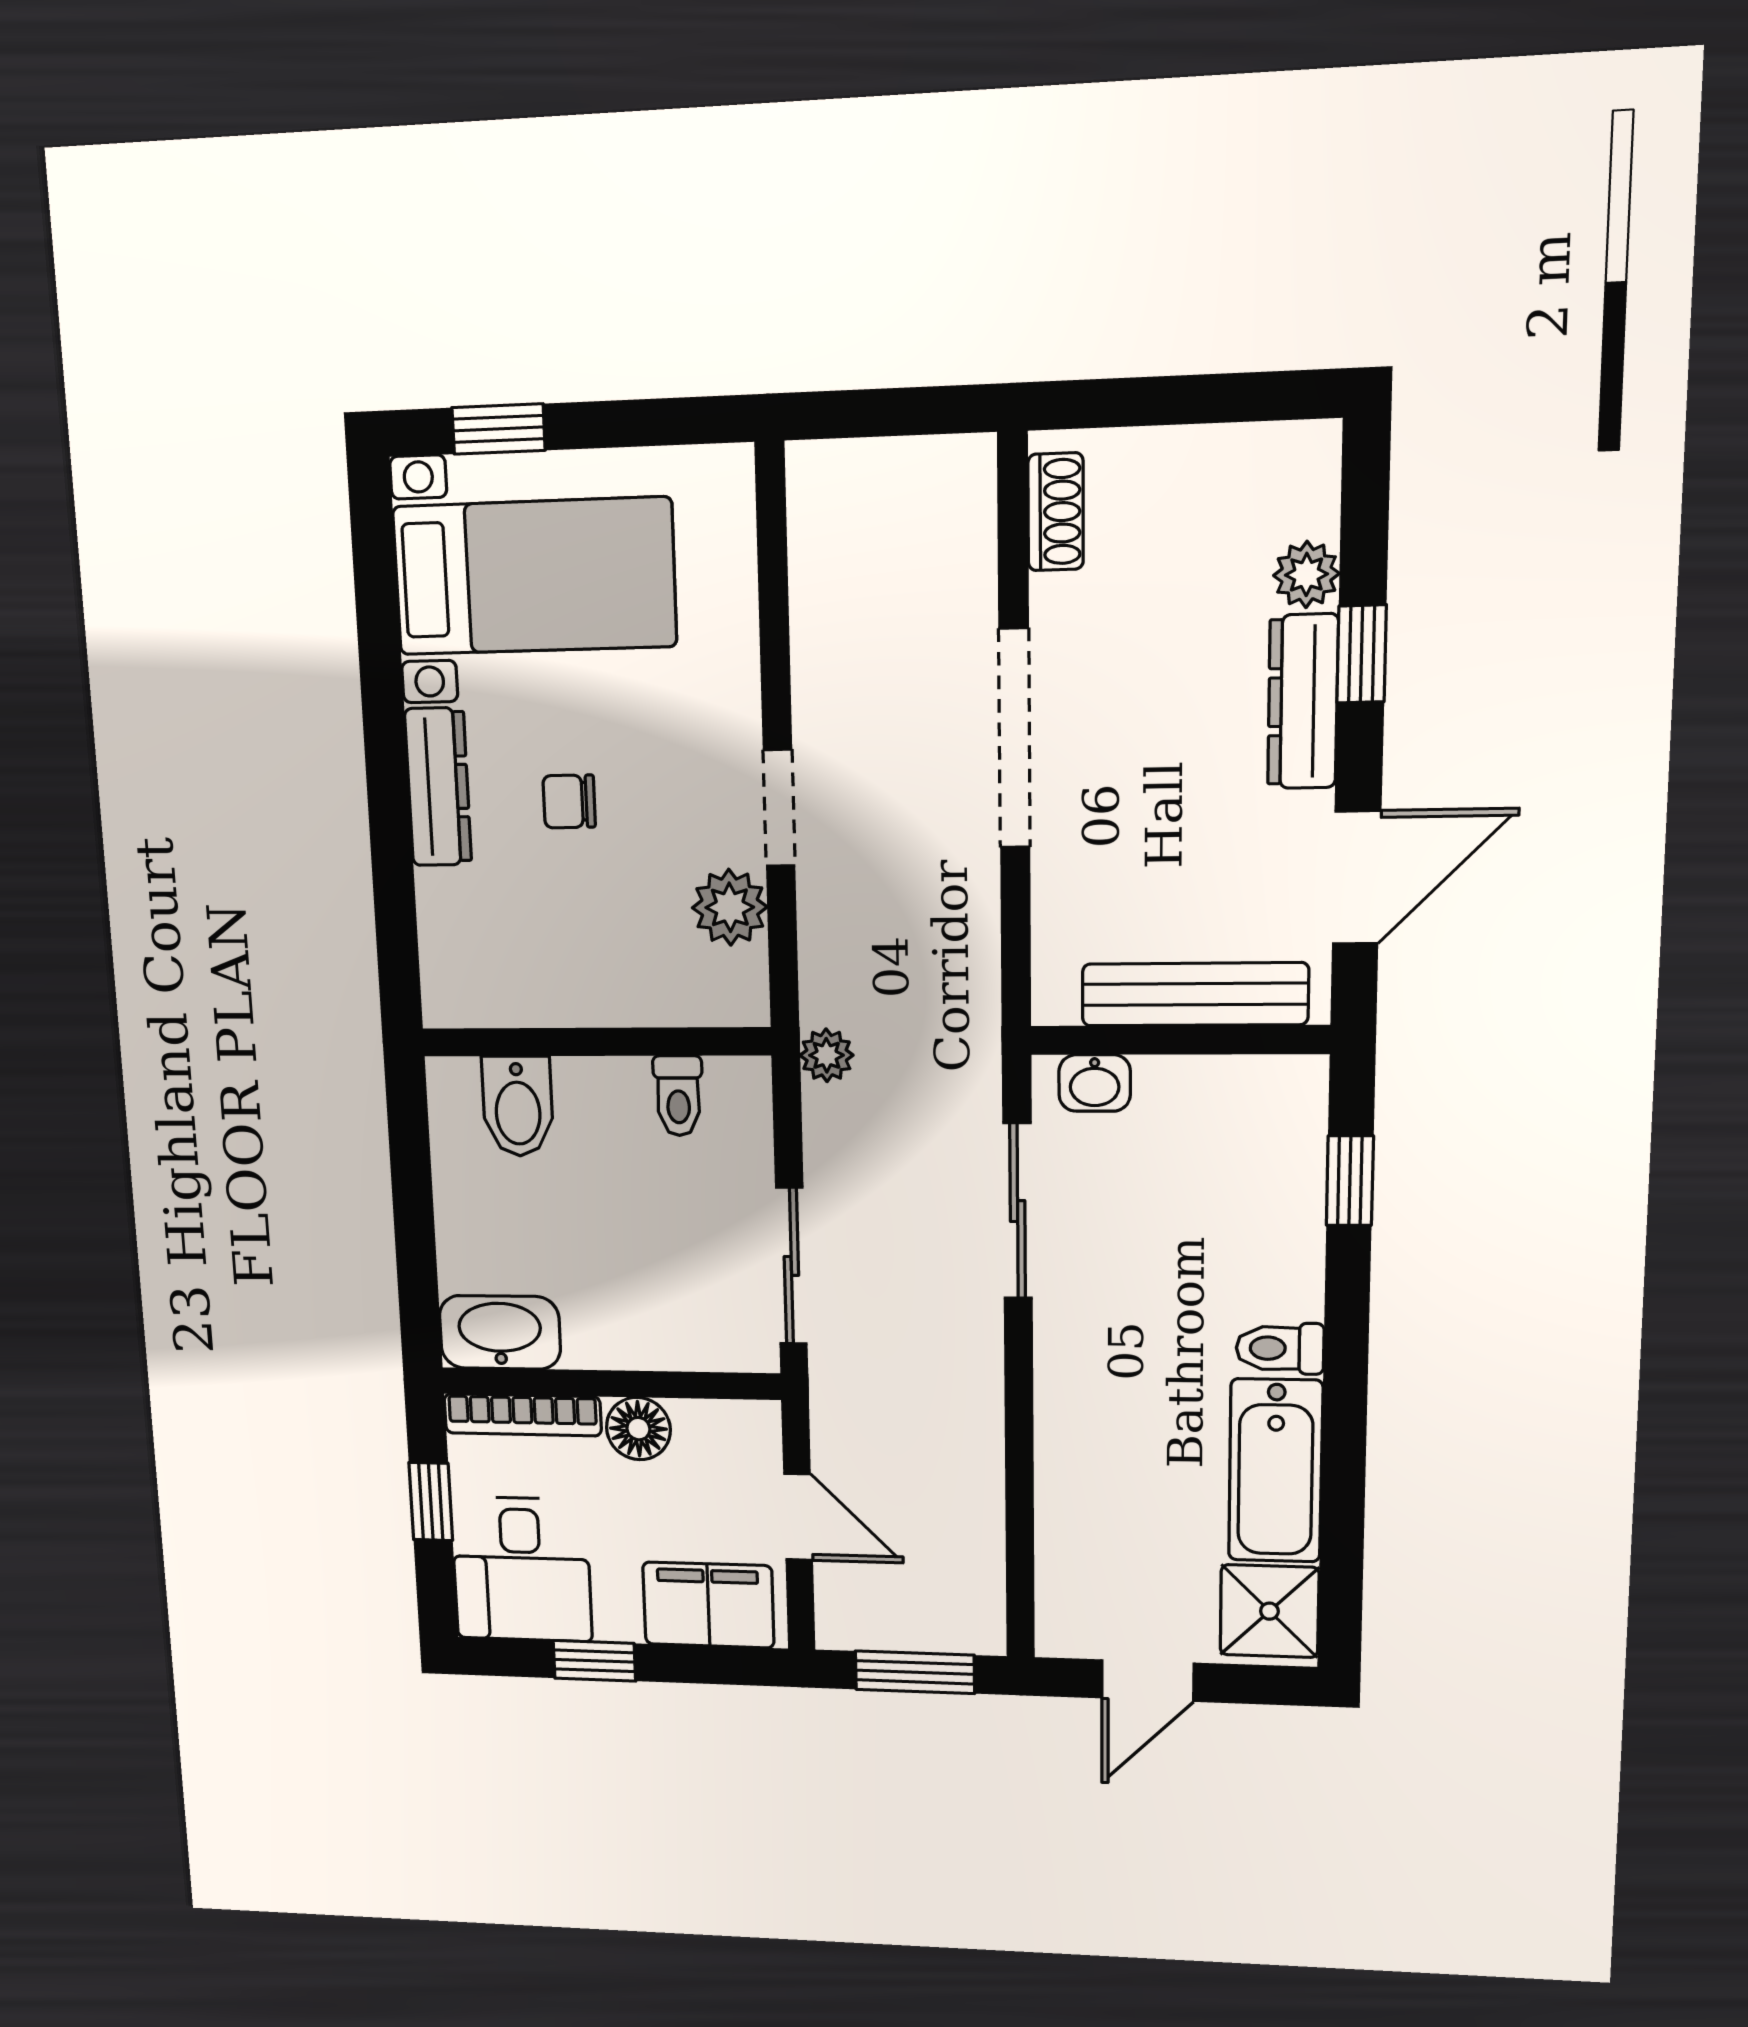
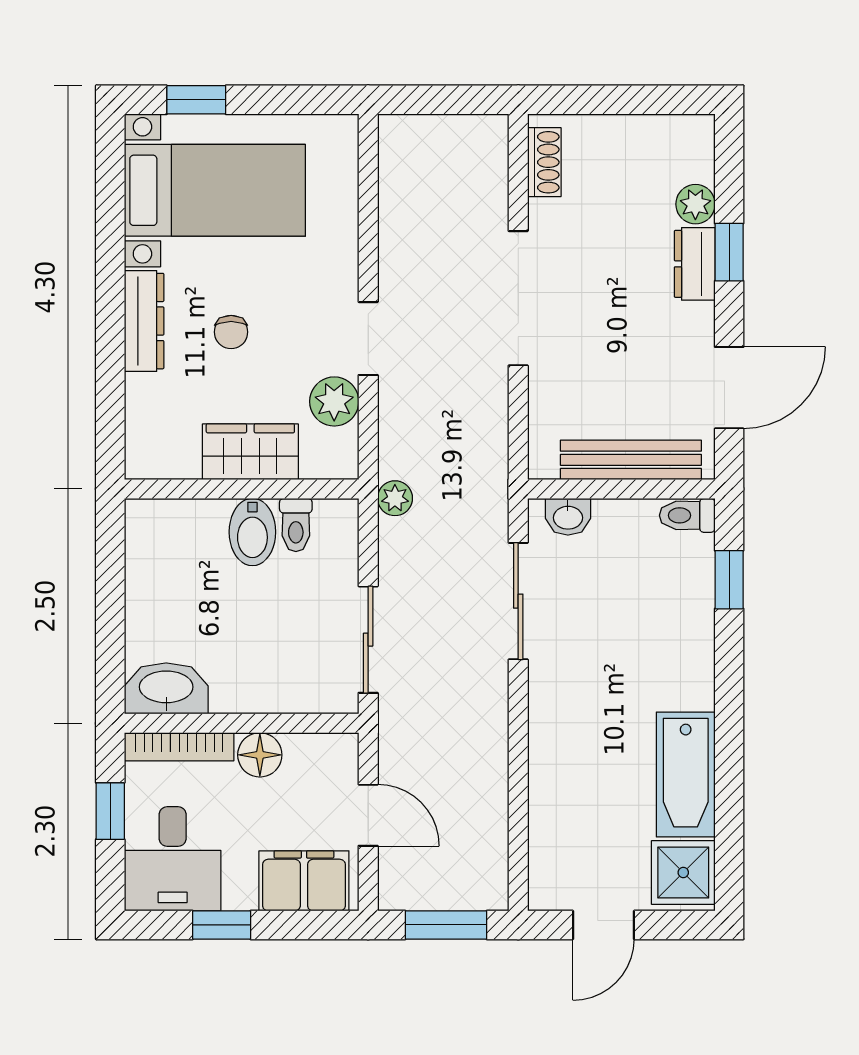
dresser: (1303, 702) -> (695, 264), width x0.70
chair: (569, 801) -> (231, 332), turned -90
wardrobe: (606, 986) -> (250, 452), added
bidet: (518, 1106) -> (252, 532), moved
toilet: (1280, 1348) -> (687, 515), moved

